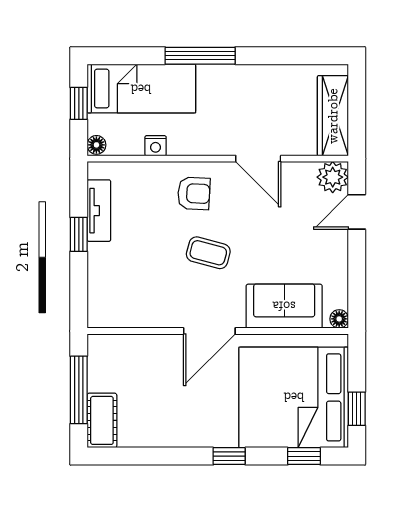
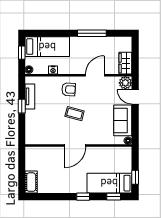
window: (200, 56) -> (92, 33), moved
wardrobe: (333, 116) -> (125, 63), width x0.67
door: (258, 159) -> (95, 75), swing flipped
door: (357, 212) -> (135, 97), hinge flipped
sofa: (284, 306) -> (123, 120), moved, turned -90
window: (79, 390) -> (22, 170), removed
bed: (294, 397) -> (109, 183), width x0.49

